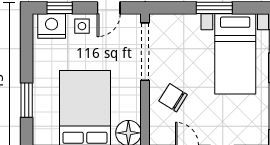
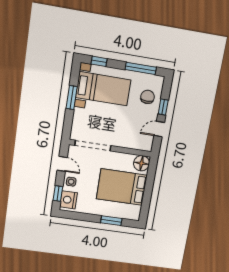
chair: (173, 98) -> (147, 97), moved, turned 148

